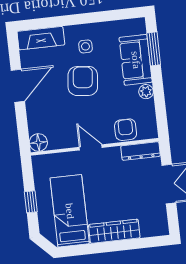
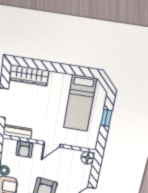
door: (91, 147) -> (52, 144), hinge flipped
wardrobe: (114, 231) -> (29, 75), moved

